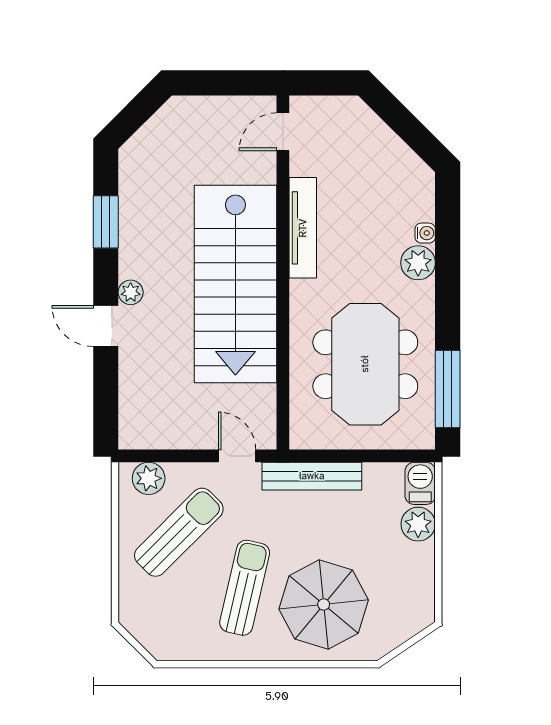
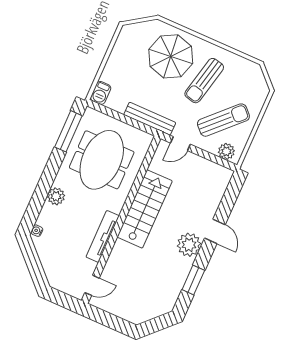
water cooler: (425, 233) -> (37, 231), moved
stairs: (235, 284) -> (145, 209), width x0.73, depth x0.66
plant: (131, 292) -> (189, 245), width x1.88, depth x1.88
door: (237, 456) -> (180, 144), hinge flipped
plant: (418, 524) -> (110, 74), removed
sun lounger: (179, 532) -> (223, 120), turned 180

